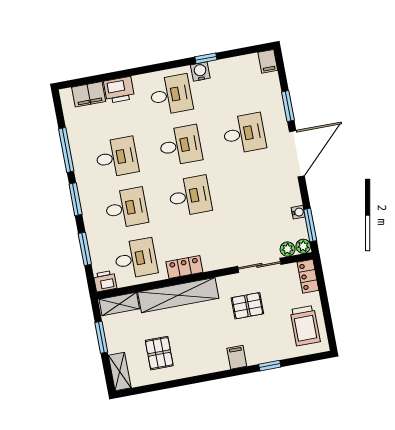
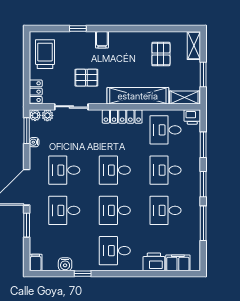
water cooler: (200, 72) -> (65, 264), moved
desk: (254, 184) -> (64, 170), added
locker: (184, 267) -> (122, 116), width x1.53

